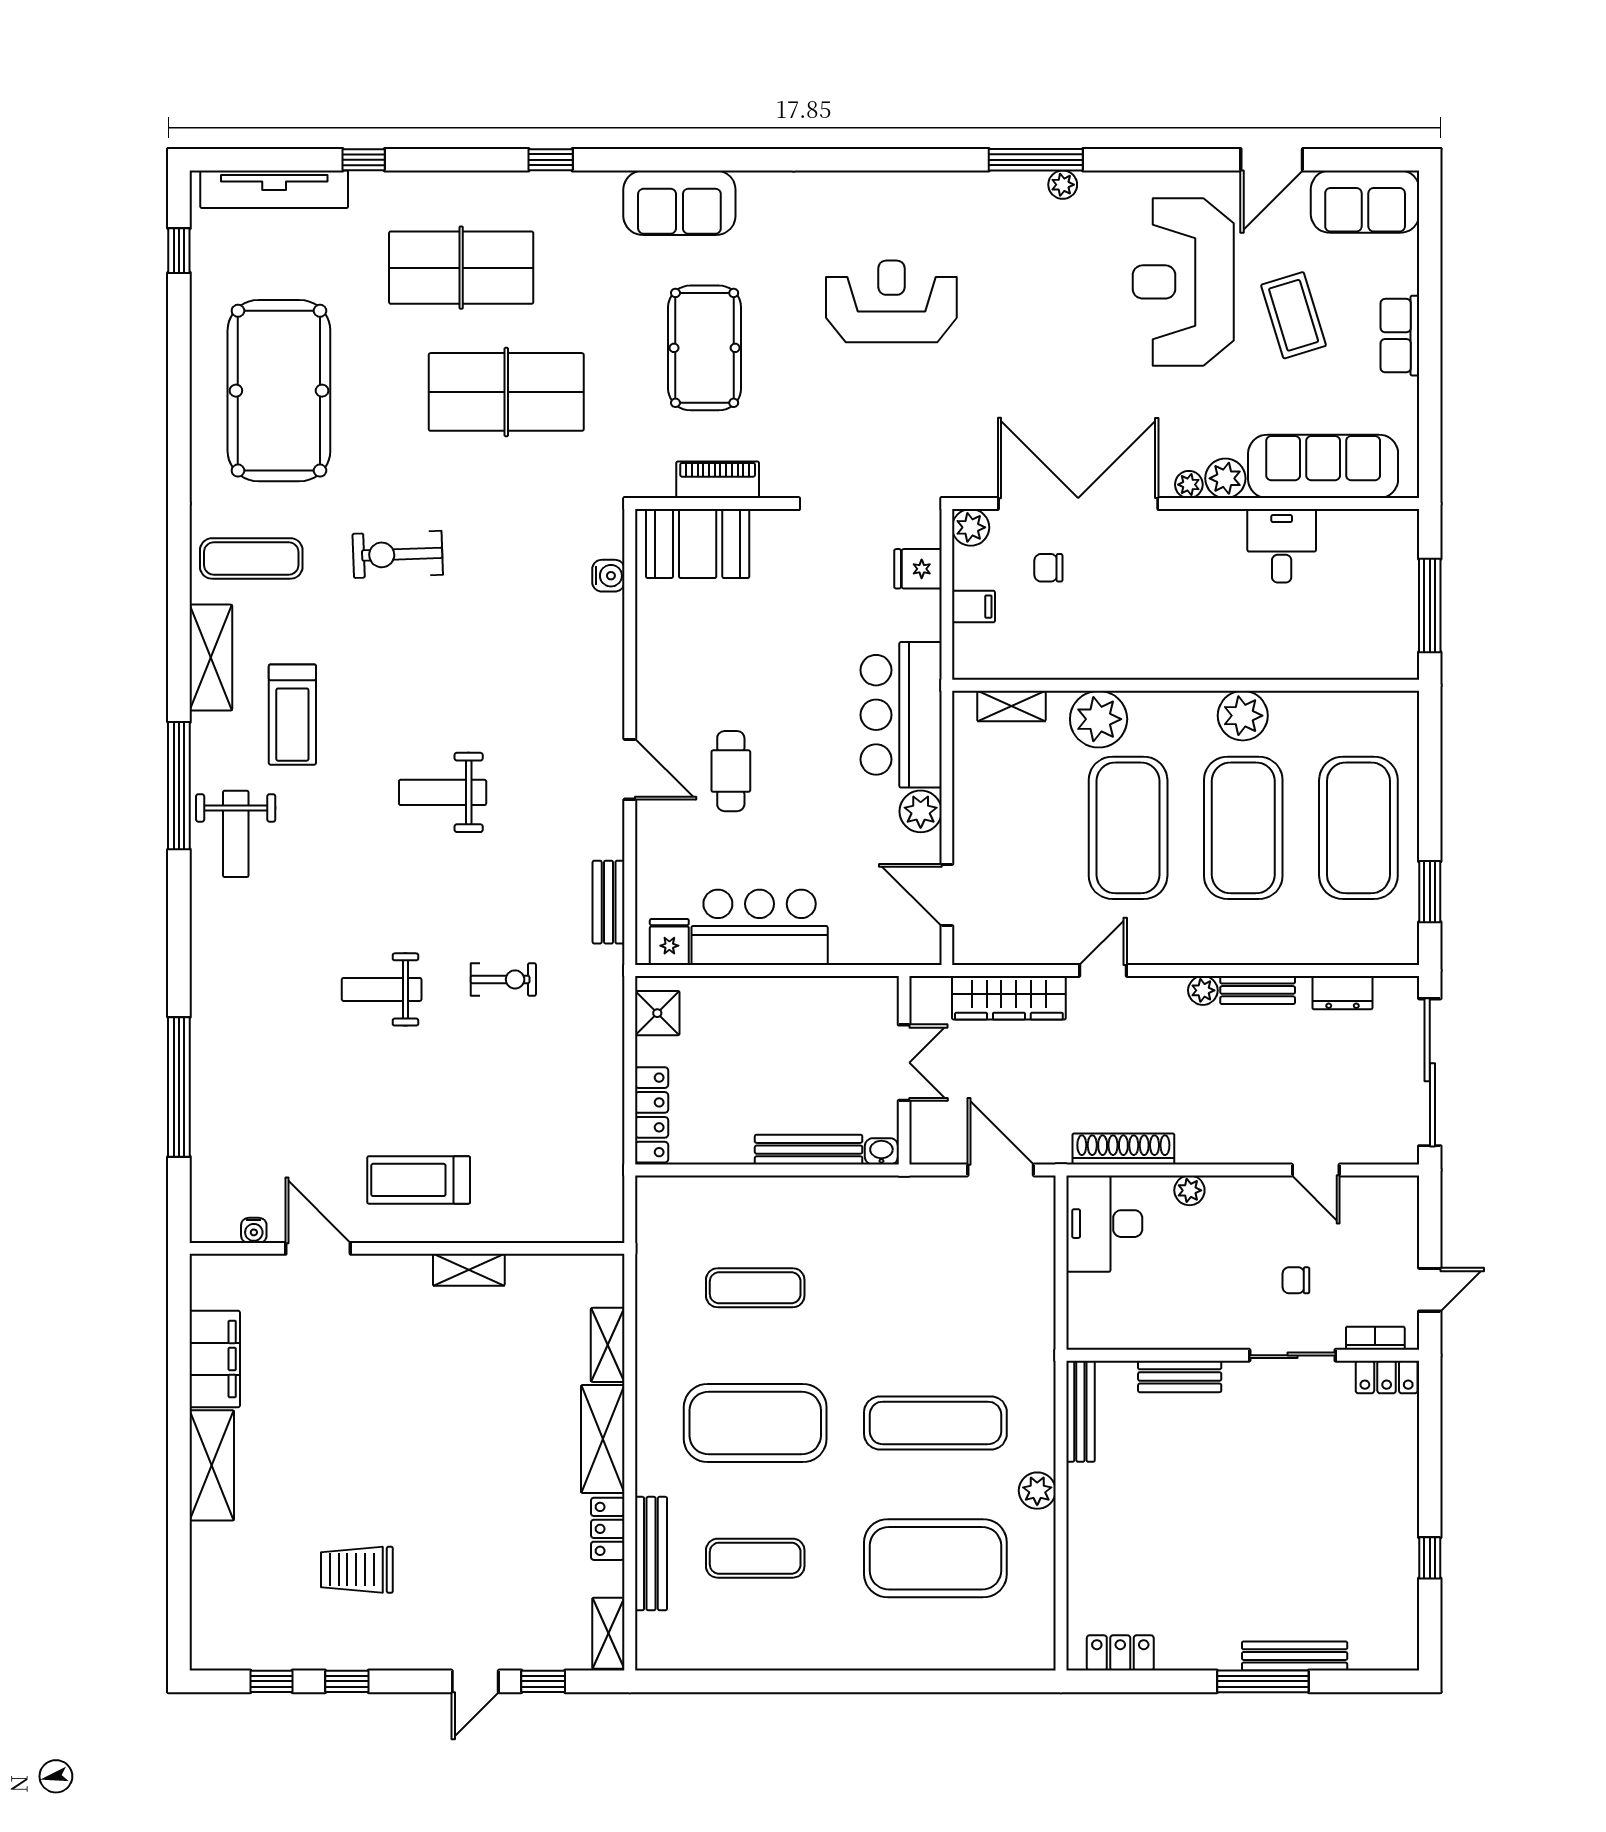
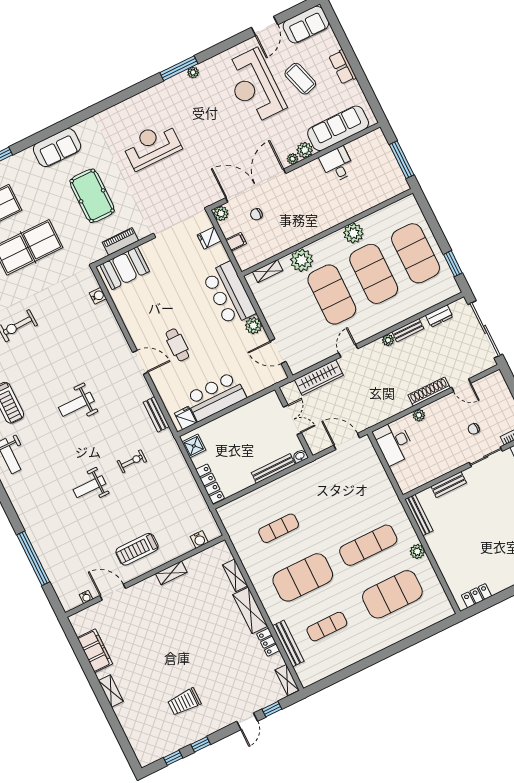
shoe rack: (1123, 1149) -> (429, 392), moved
water cooler: (567, 1226) -> (199, 539), added
shelving: (212, 1465) -> (111, 691), width x0.67, depth x0.75

